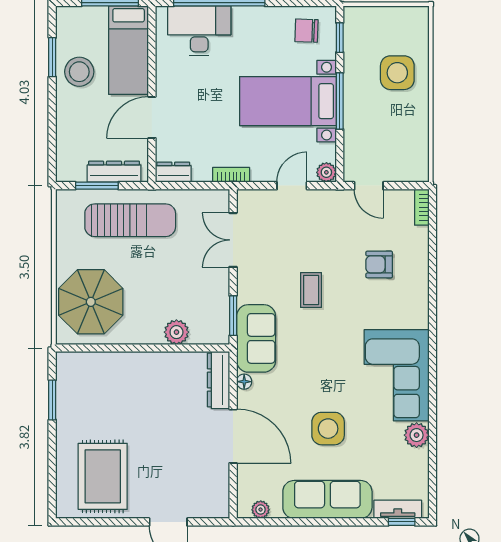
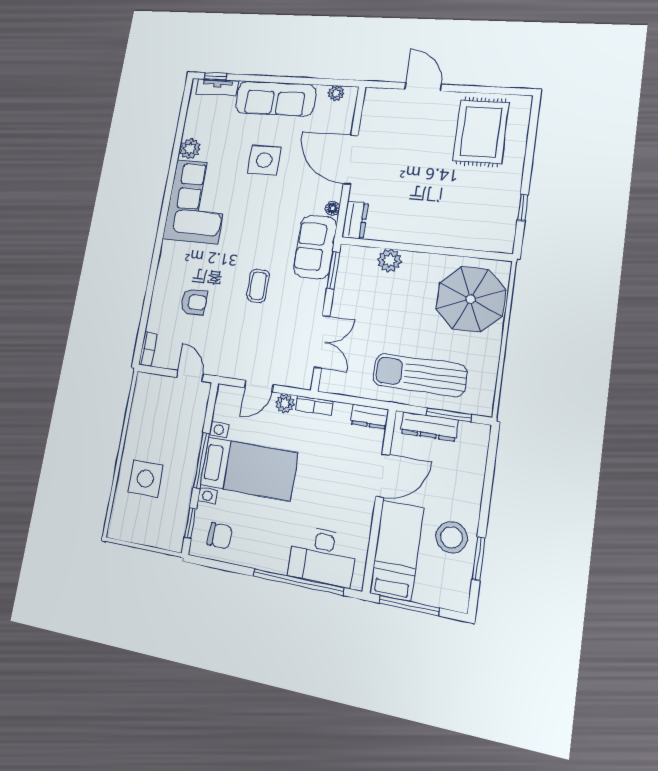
plant: (326, 172) -> (285, 403), moved
dresser: (218, 380) -> (355, 220), width x0.70
window: (52, 400) -> (523, 208), width x0.67

